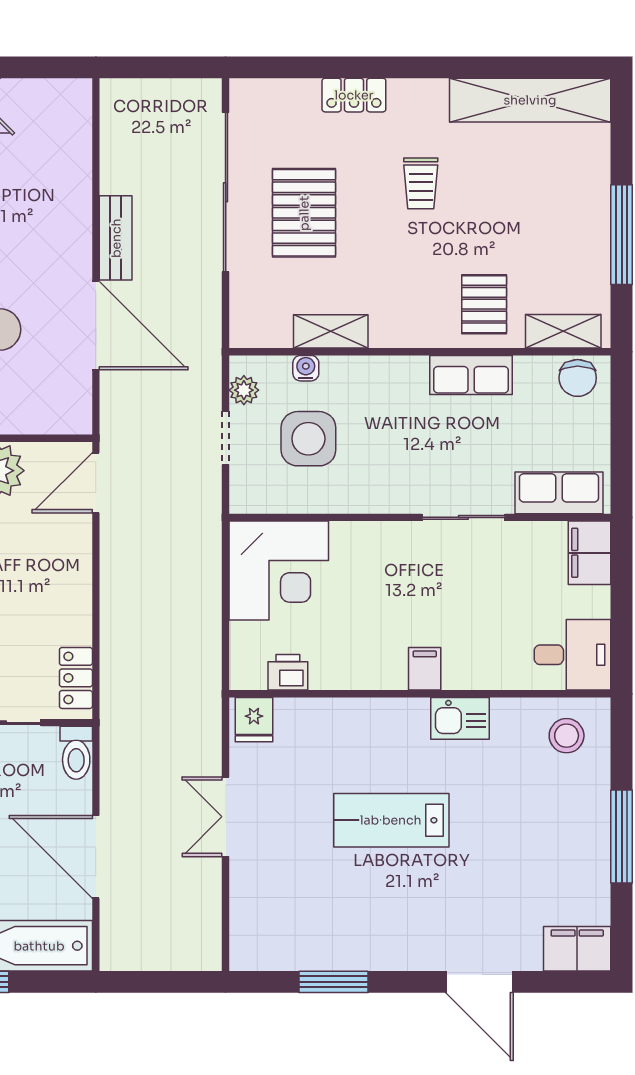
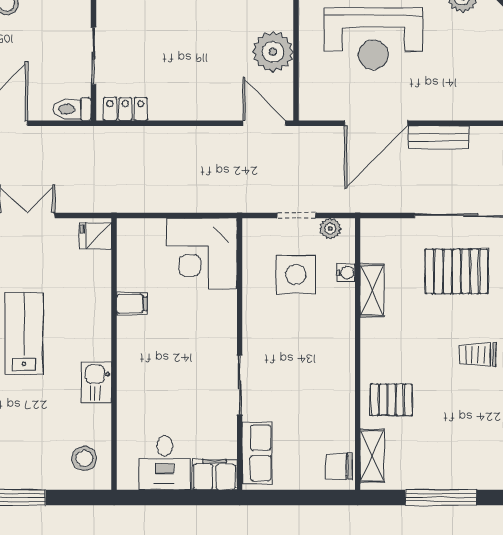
row of seats: (471, 375) -> (341, 390), removed
desk: (573, 655) -> (165, 463), moved
filing cabinet: (425, 669) -> (132, 304), moved
printer: (288, 672) -> (129, 260), removed

